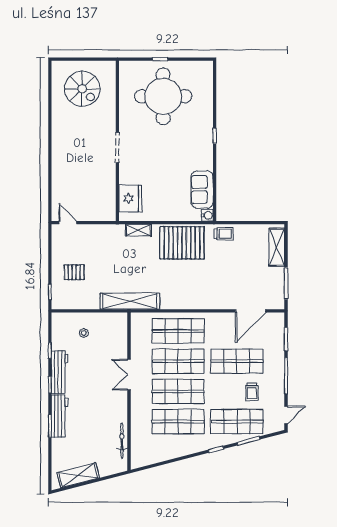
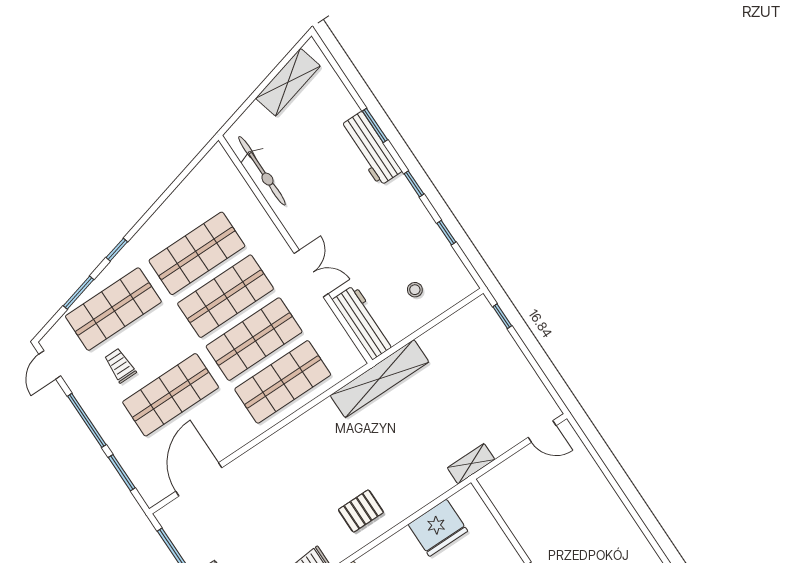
fridge: (130, 198) -> (438, 528), moved, turned -90
shelving: (138, 230) -> (471, 464), moved
pallet: (182, 243) -> (361, 511), width x0.49, depth x0.50
pallet: (74, 272) -> (486, 367), removed
workbench: (59, 372) -> (363, 322), moved, turned 180
bicycle: (122, 441) -> (262, 171), width x1.37, depth x1.40

